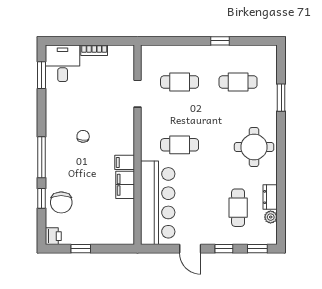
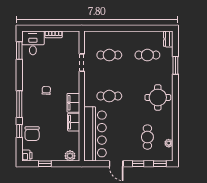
window: (220, 41) -> (136, 28), removed
filing cabinet: (125, 162) -> (73, 103), width x2.00
dresser: (270, 197) -> (168, 39), moved
plant: (119, 236) -> (70, 156), added

